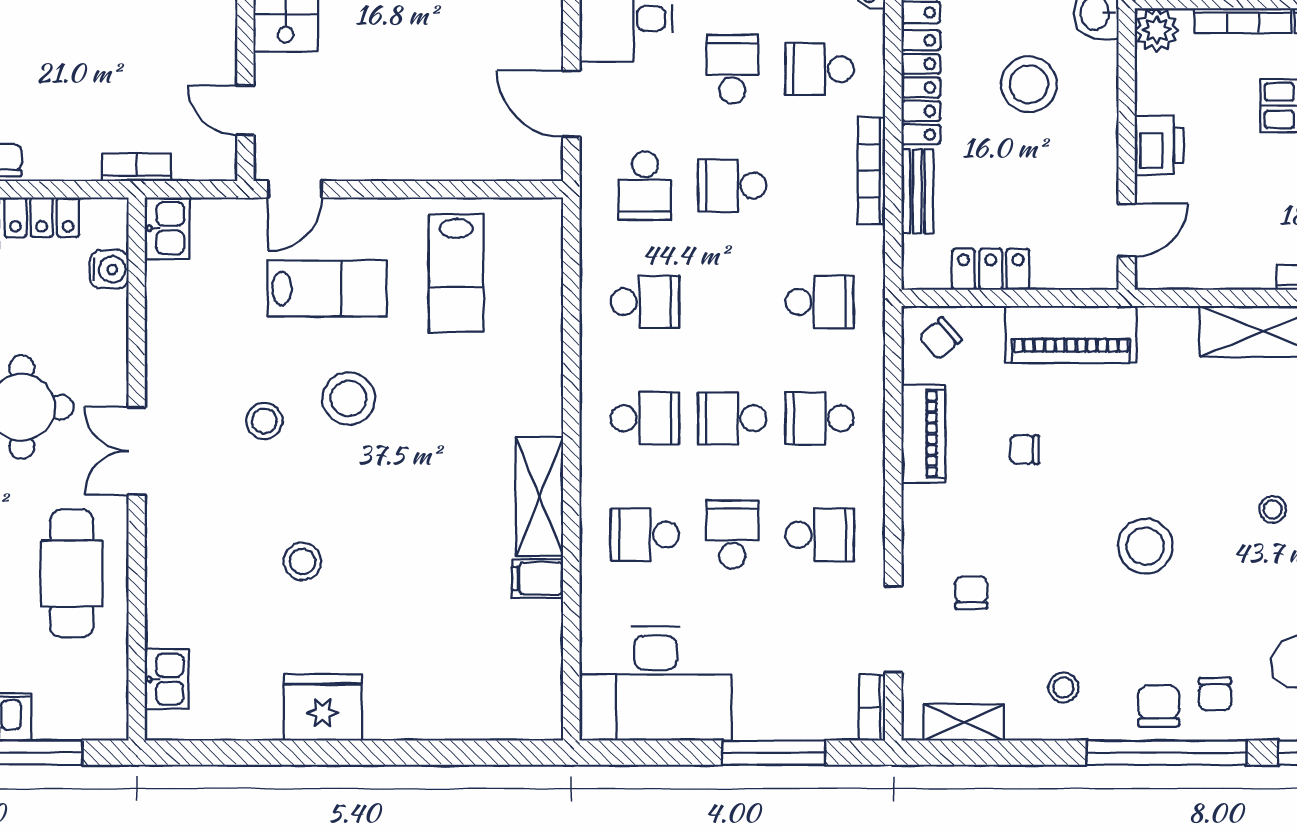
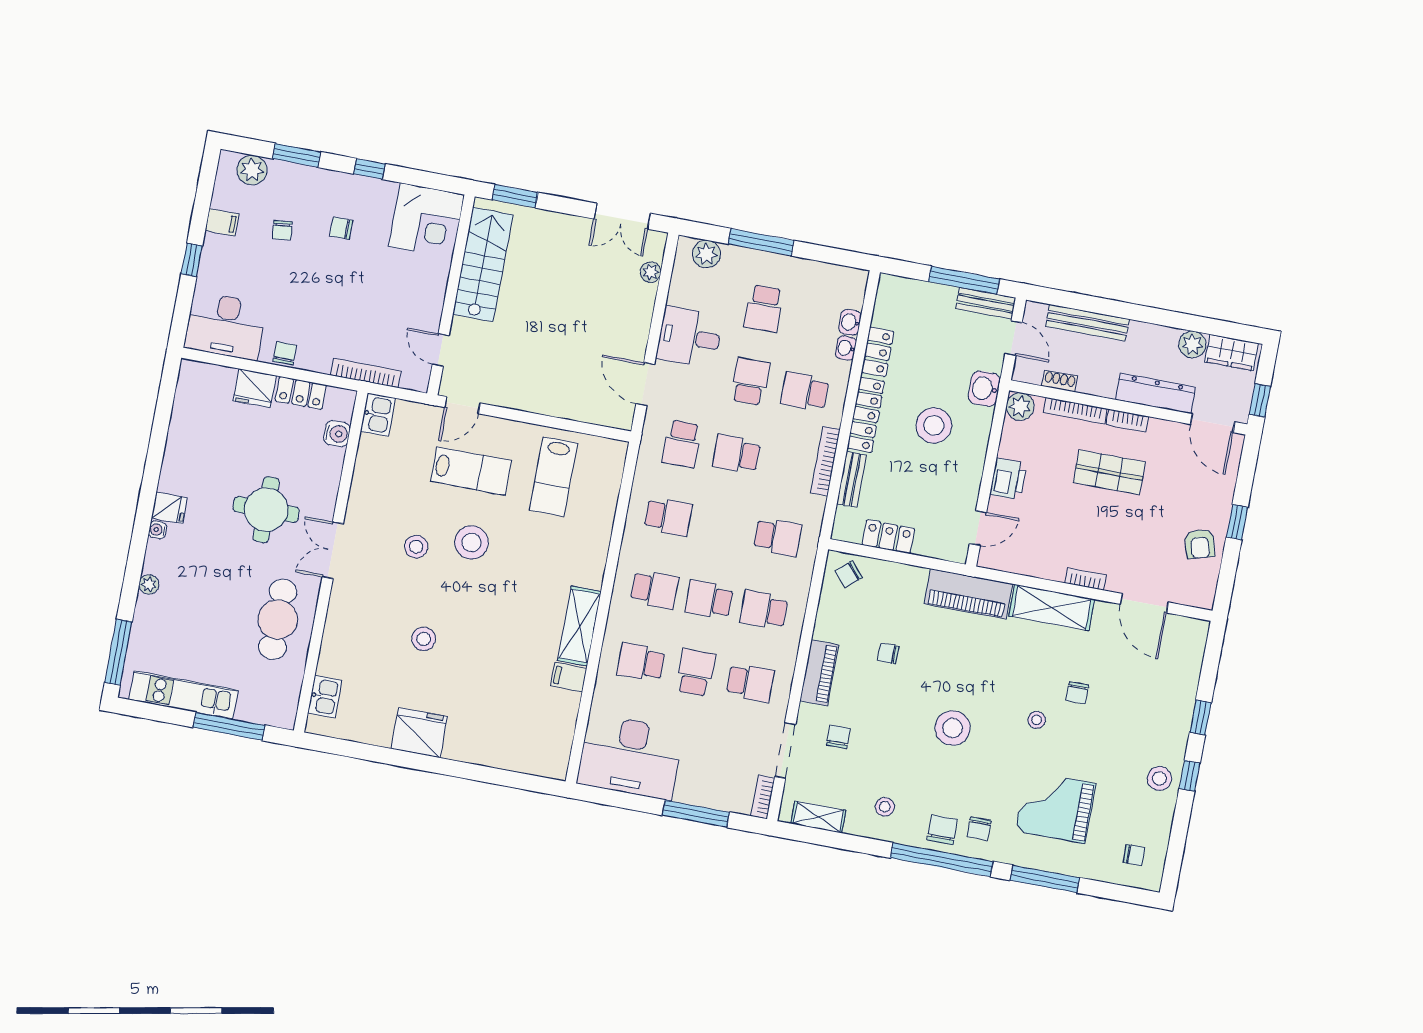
bookcase: (136, 167) -> (366, 373), width x1.56
piano: (1071, 334) -> (968, 594), moved
piano: (923, 434) -> (819, 673), moved

